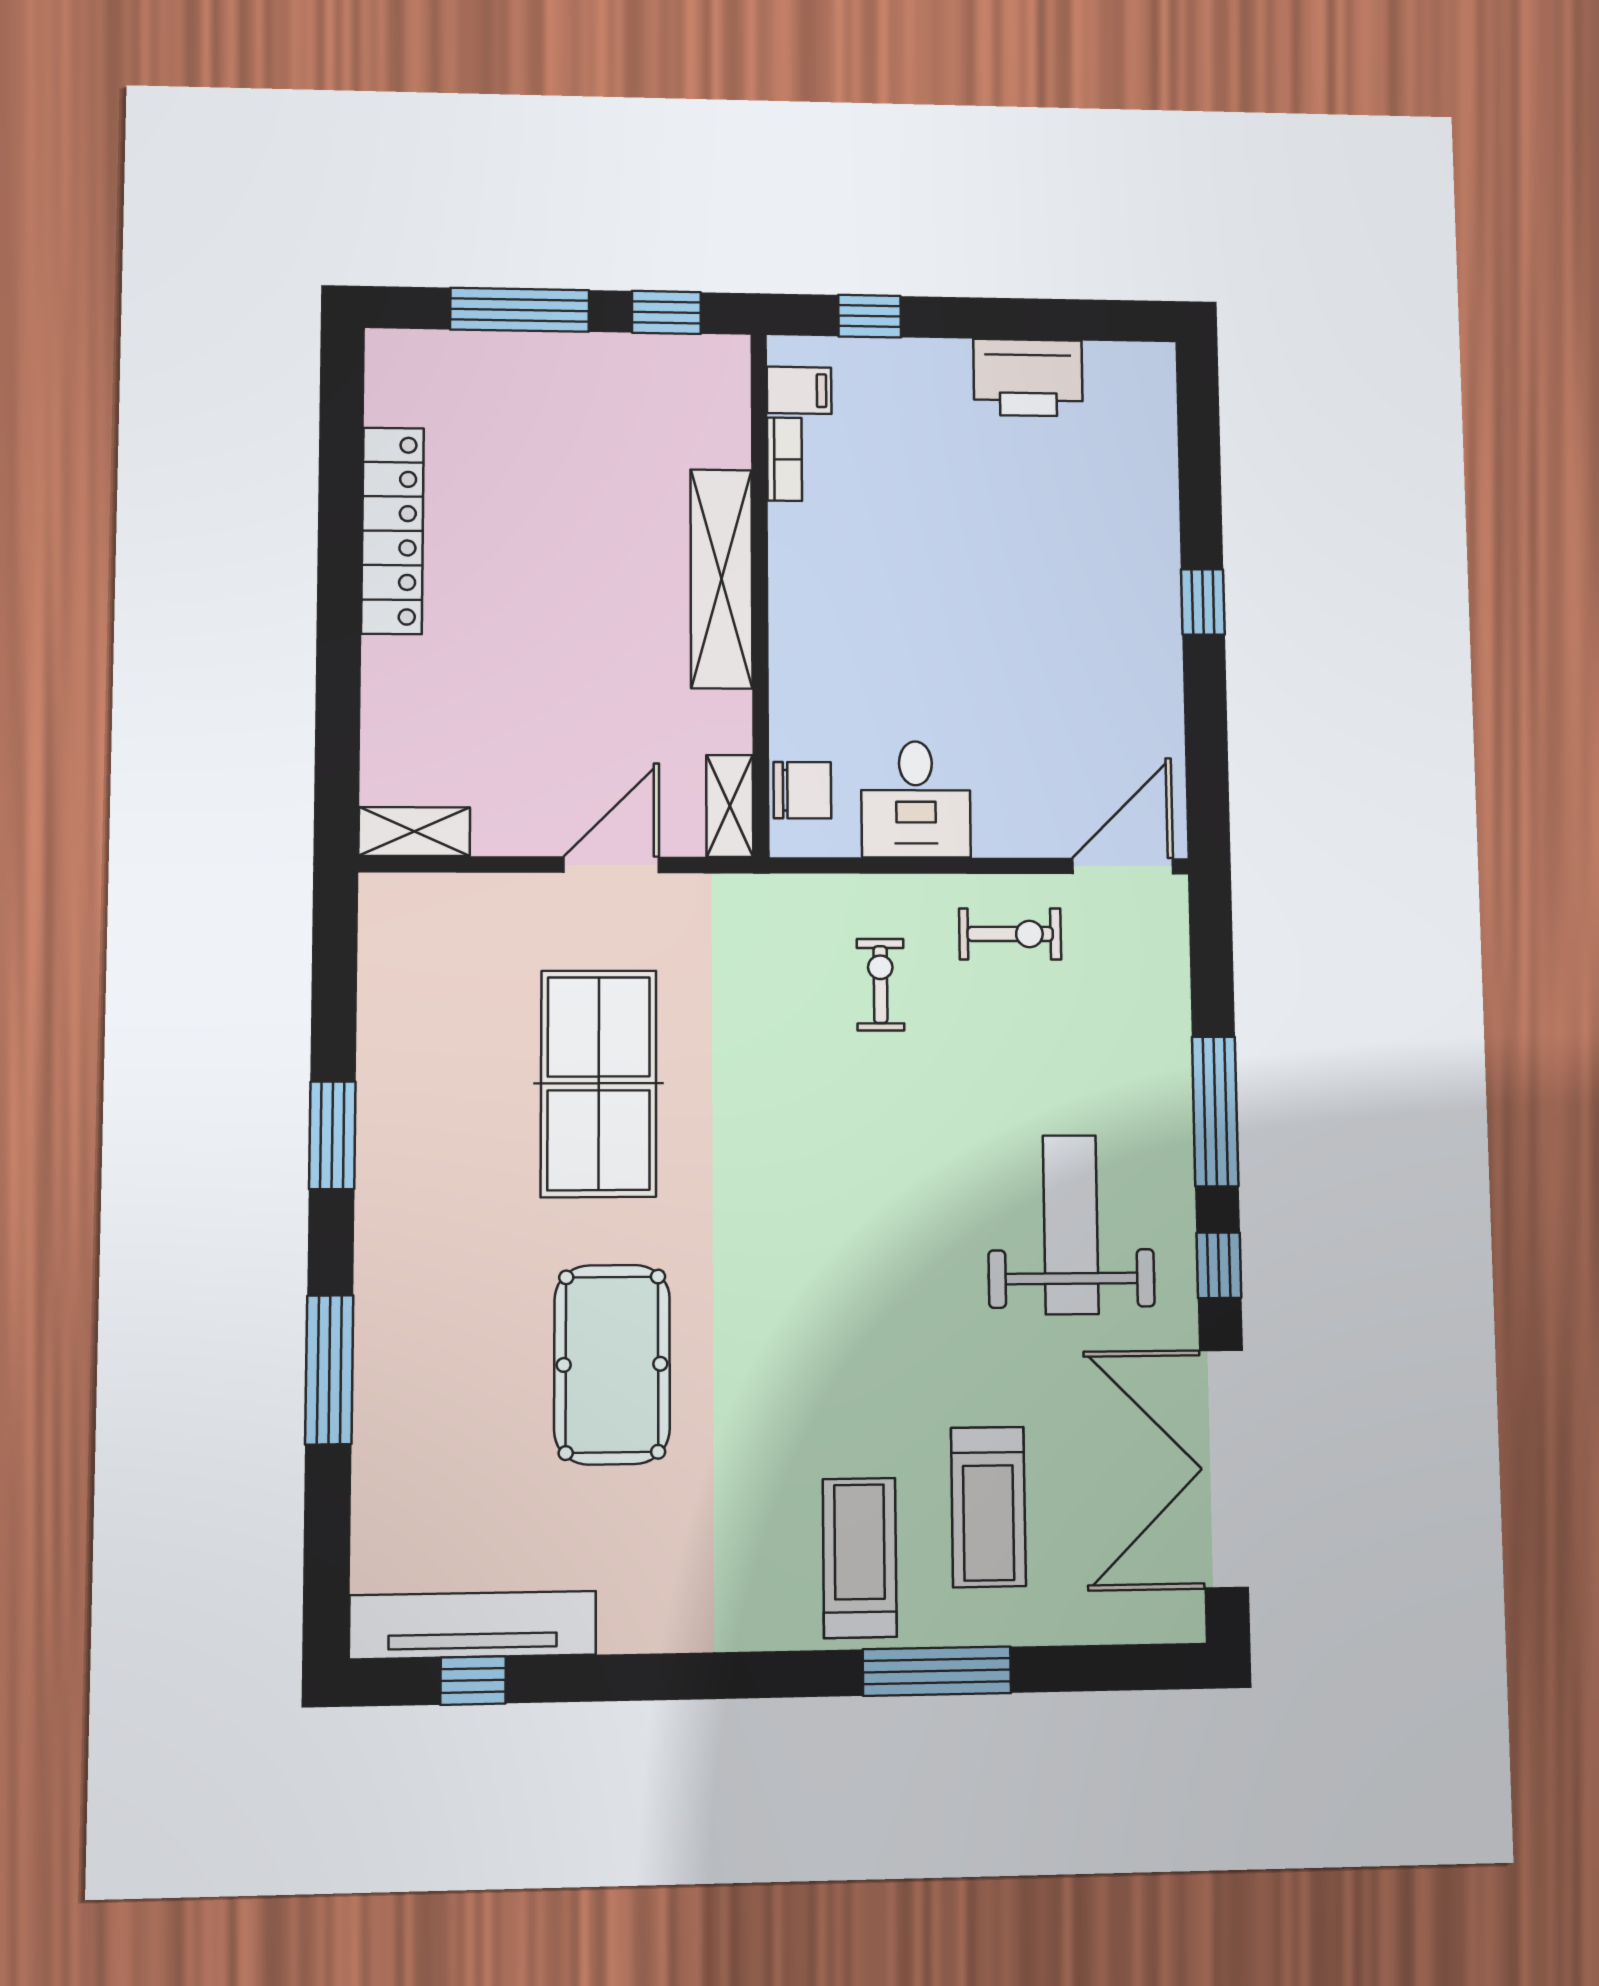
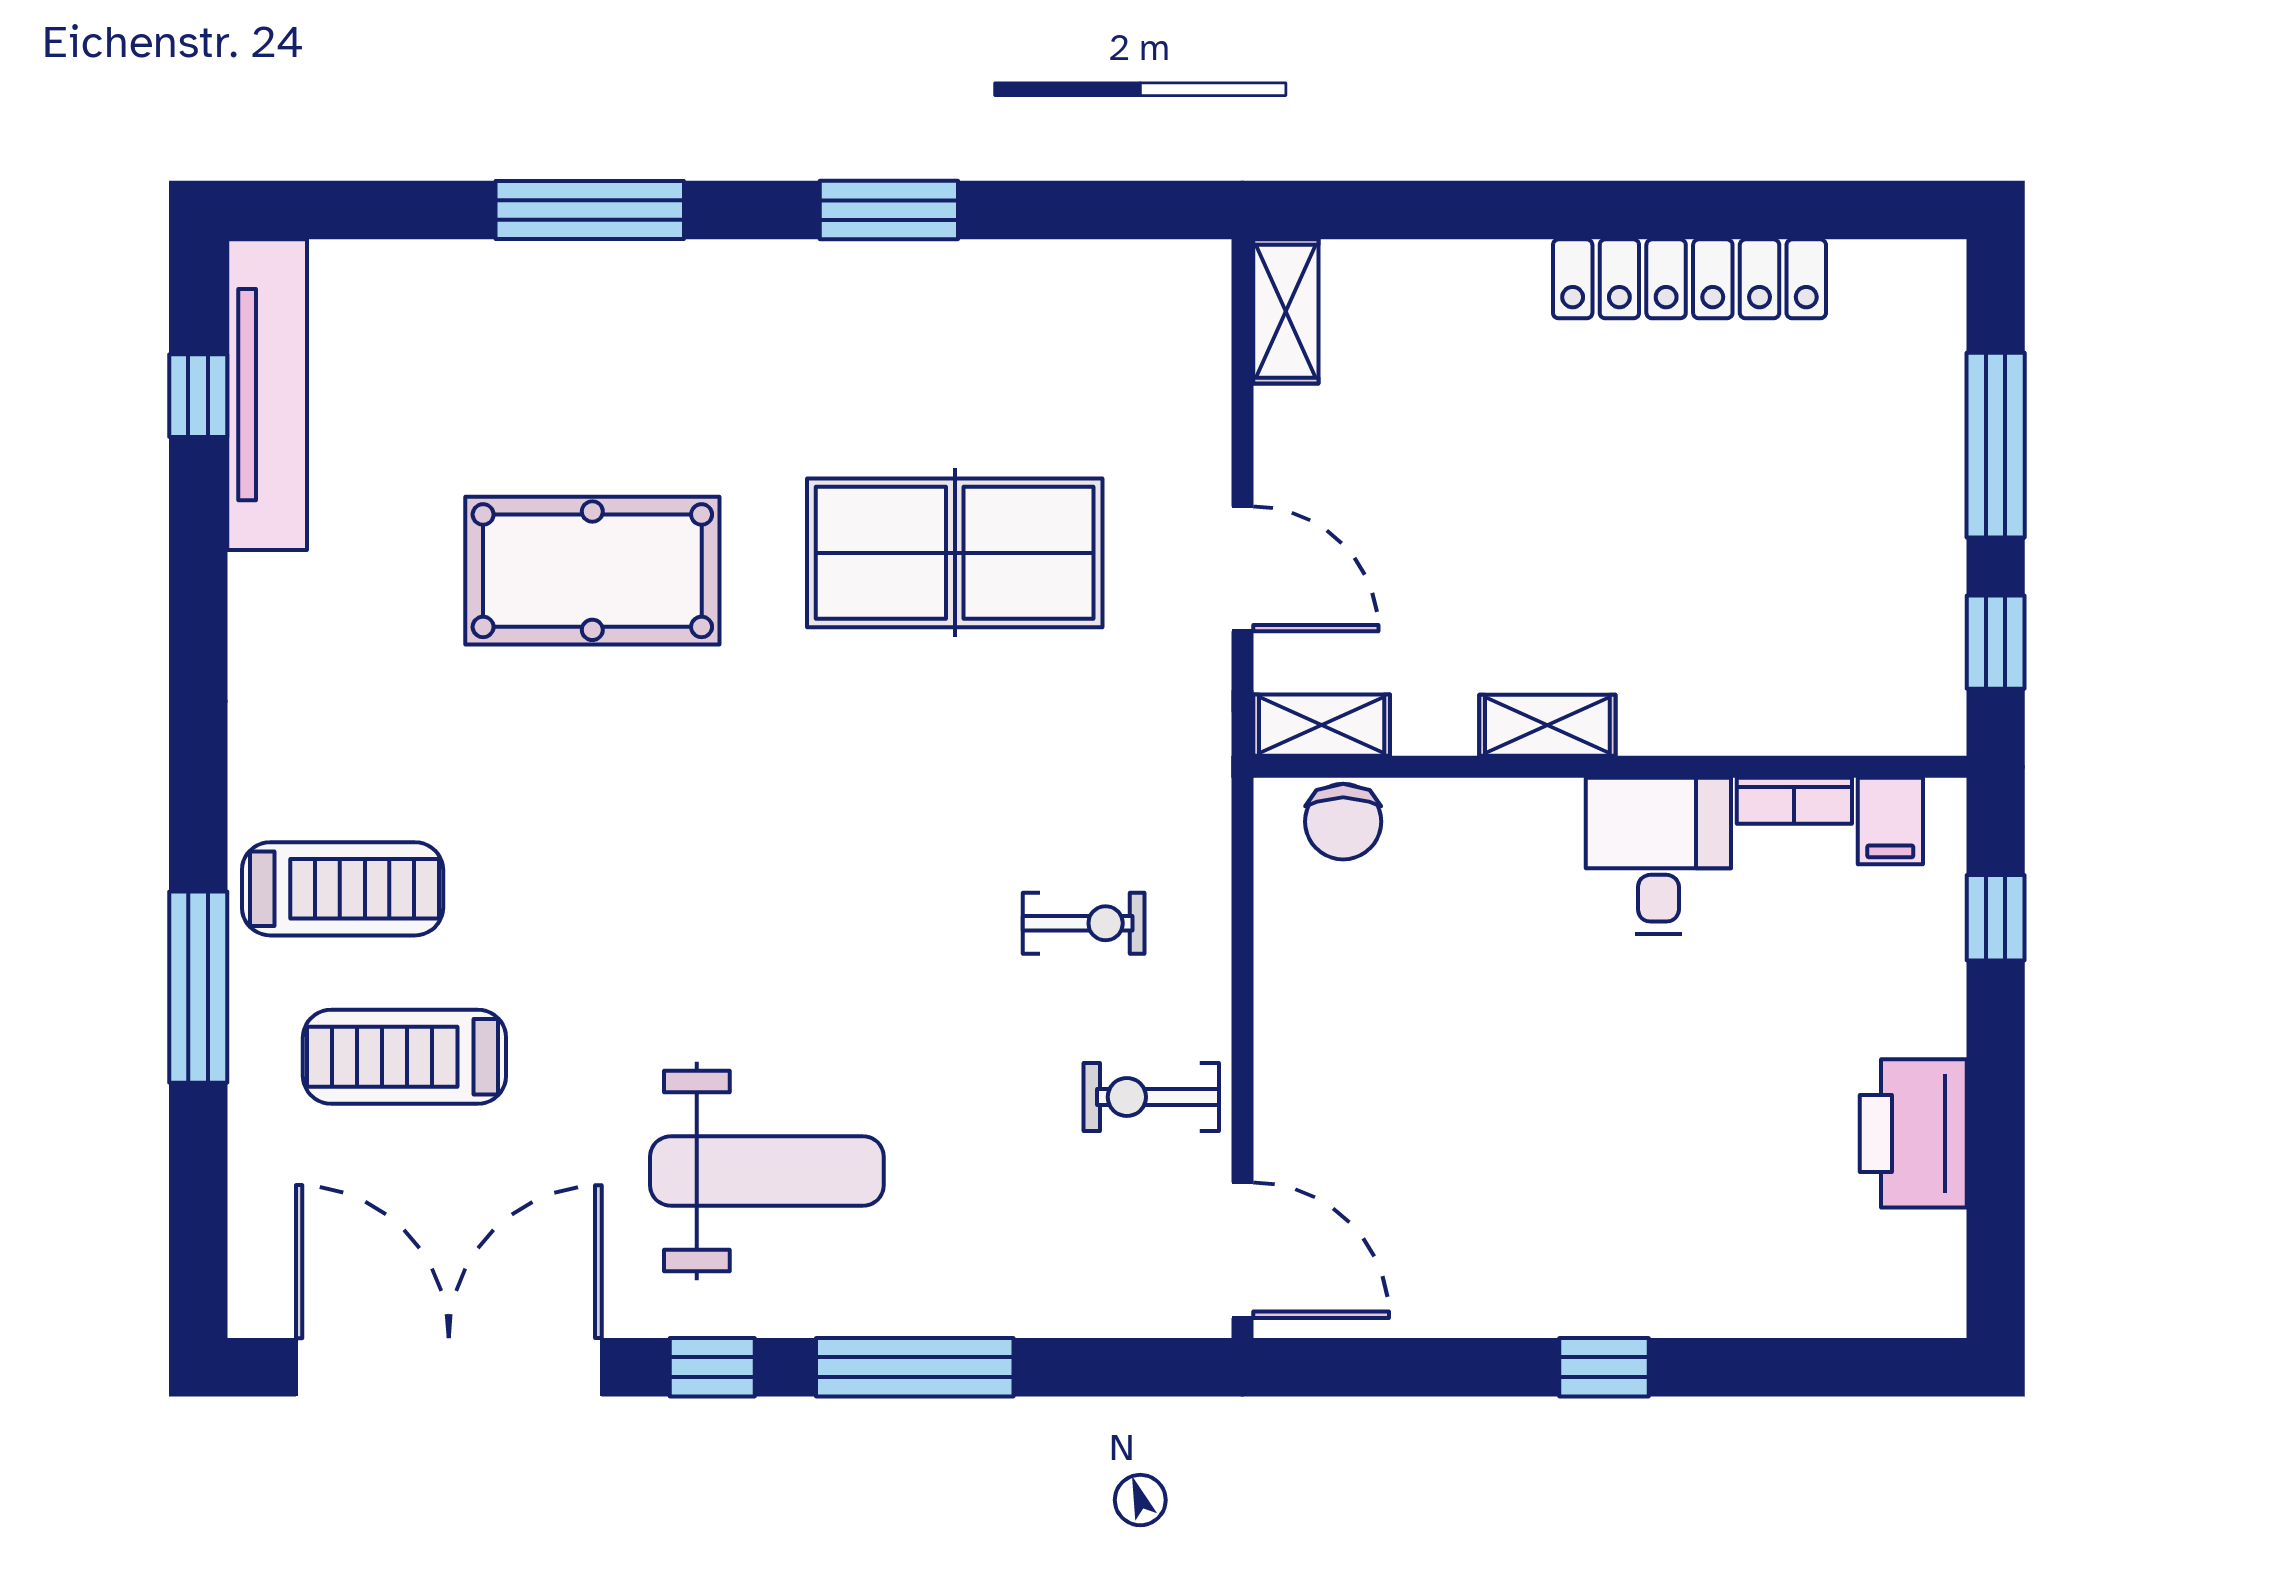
shelving: (721, 579) -> (1547, 725), width x0.45, depth x0.75
desk: (916, 799) -> (1658, 856), moved, turned 90
exercise bike: (1010, 934) -> (1151, 1097), turned 90

